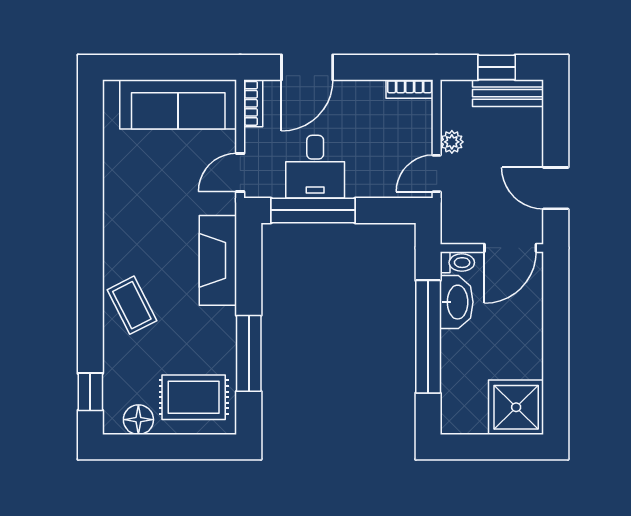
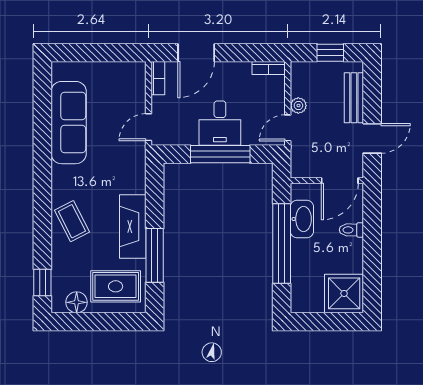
bench: (508, 93) -> (354, 98), moved, turned 90
sofa: (178, 104) -> (69, 123), moved, turned -90
desk: (315, 167) -> (220, 123), moved
door: (556, 188) -> (372, 138), swing flipped
window: (313, 210) -> (220, 154), moved
fireplace: (218, 260) -> (133, 227), moved
toilet: (457, 263) -> (351, 230), moved, turned 180

